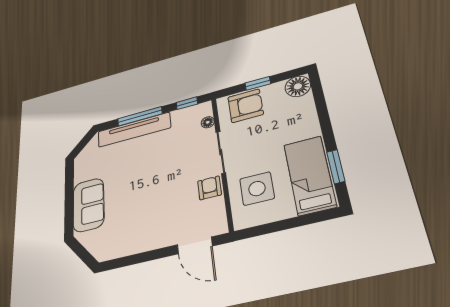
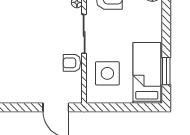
armchair: (210, 188) -> (72, 63), turned -90

